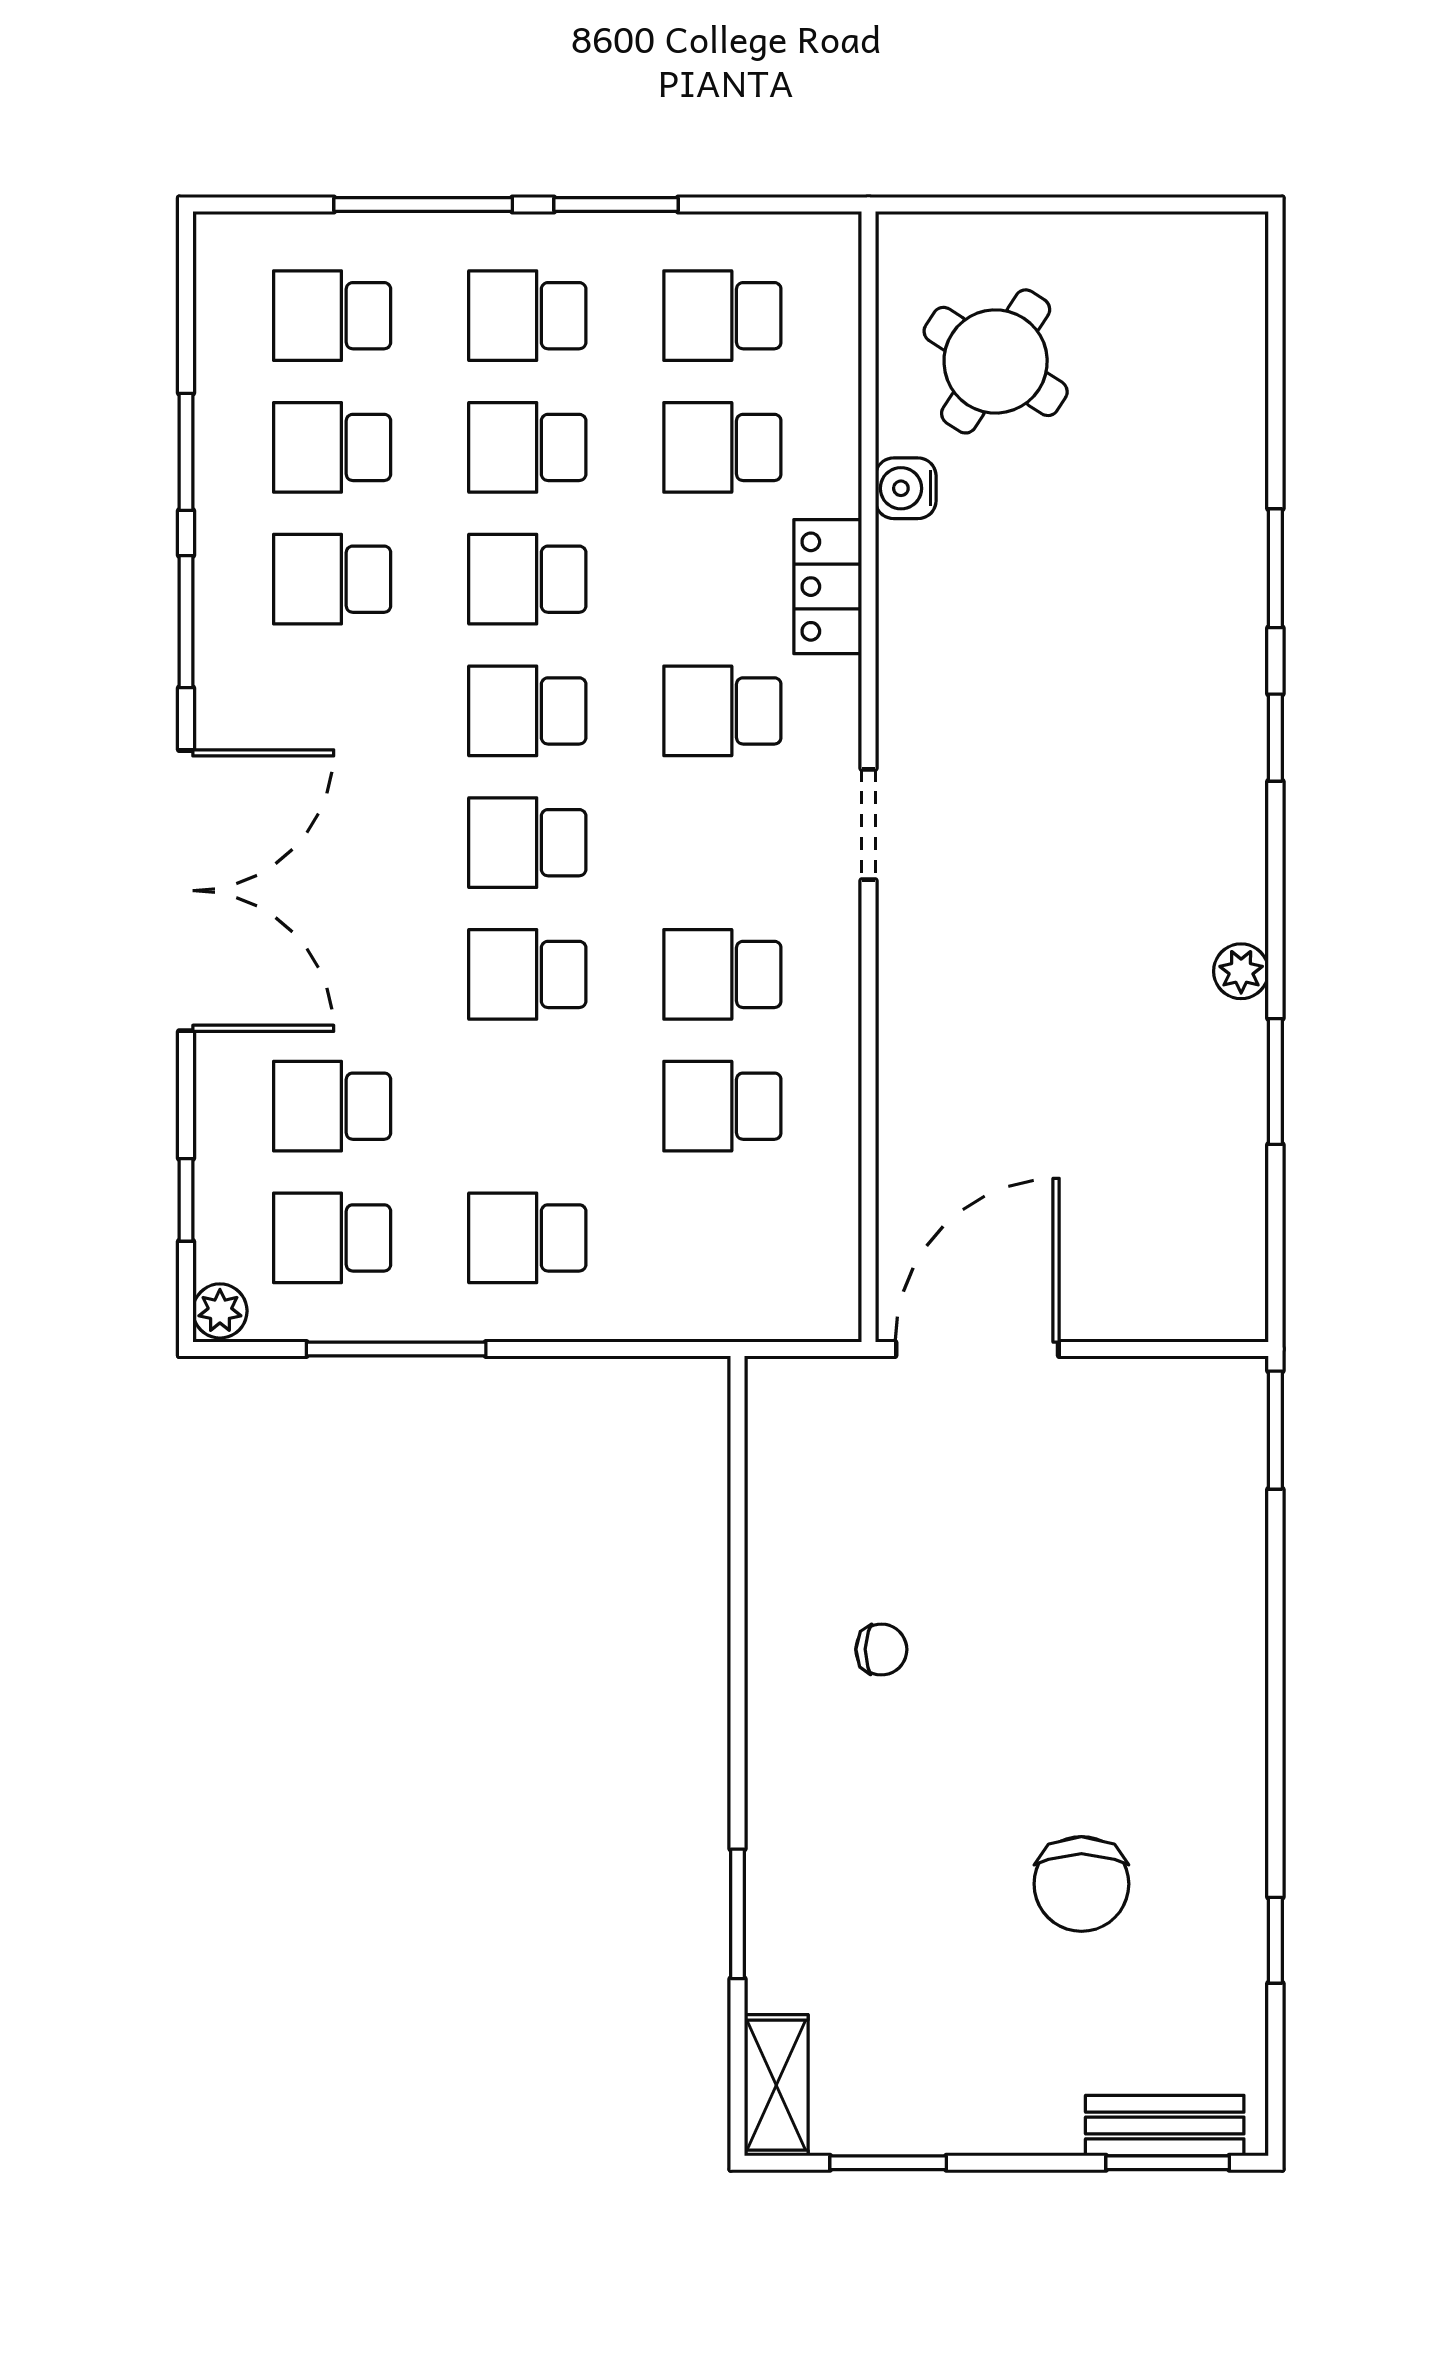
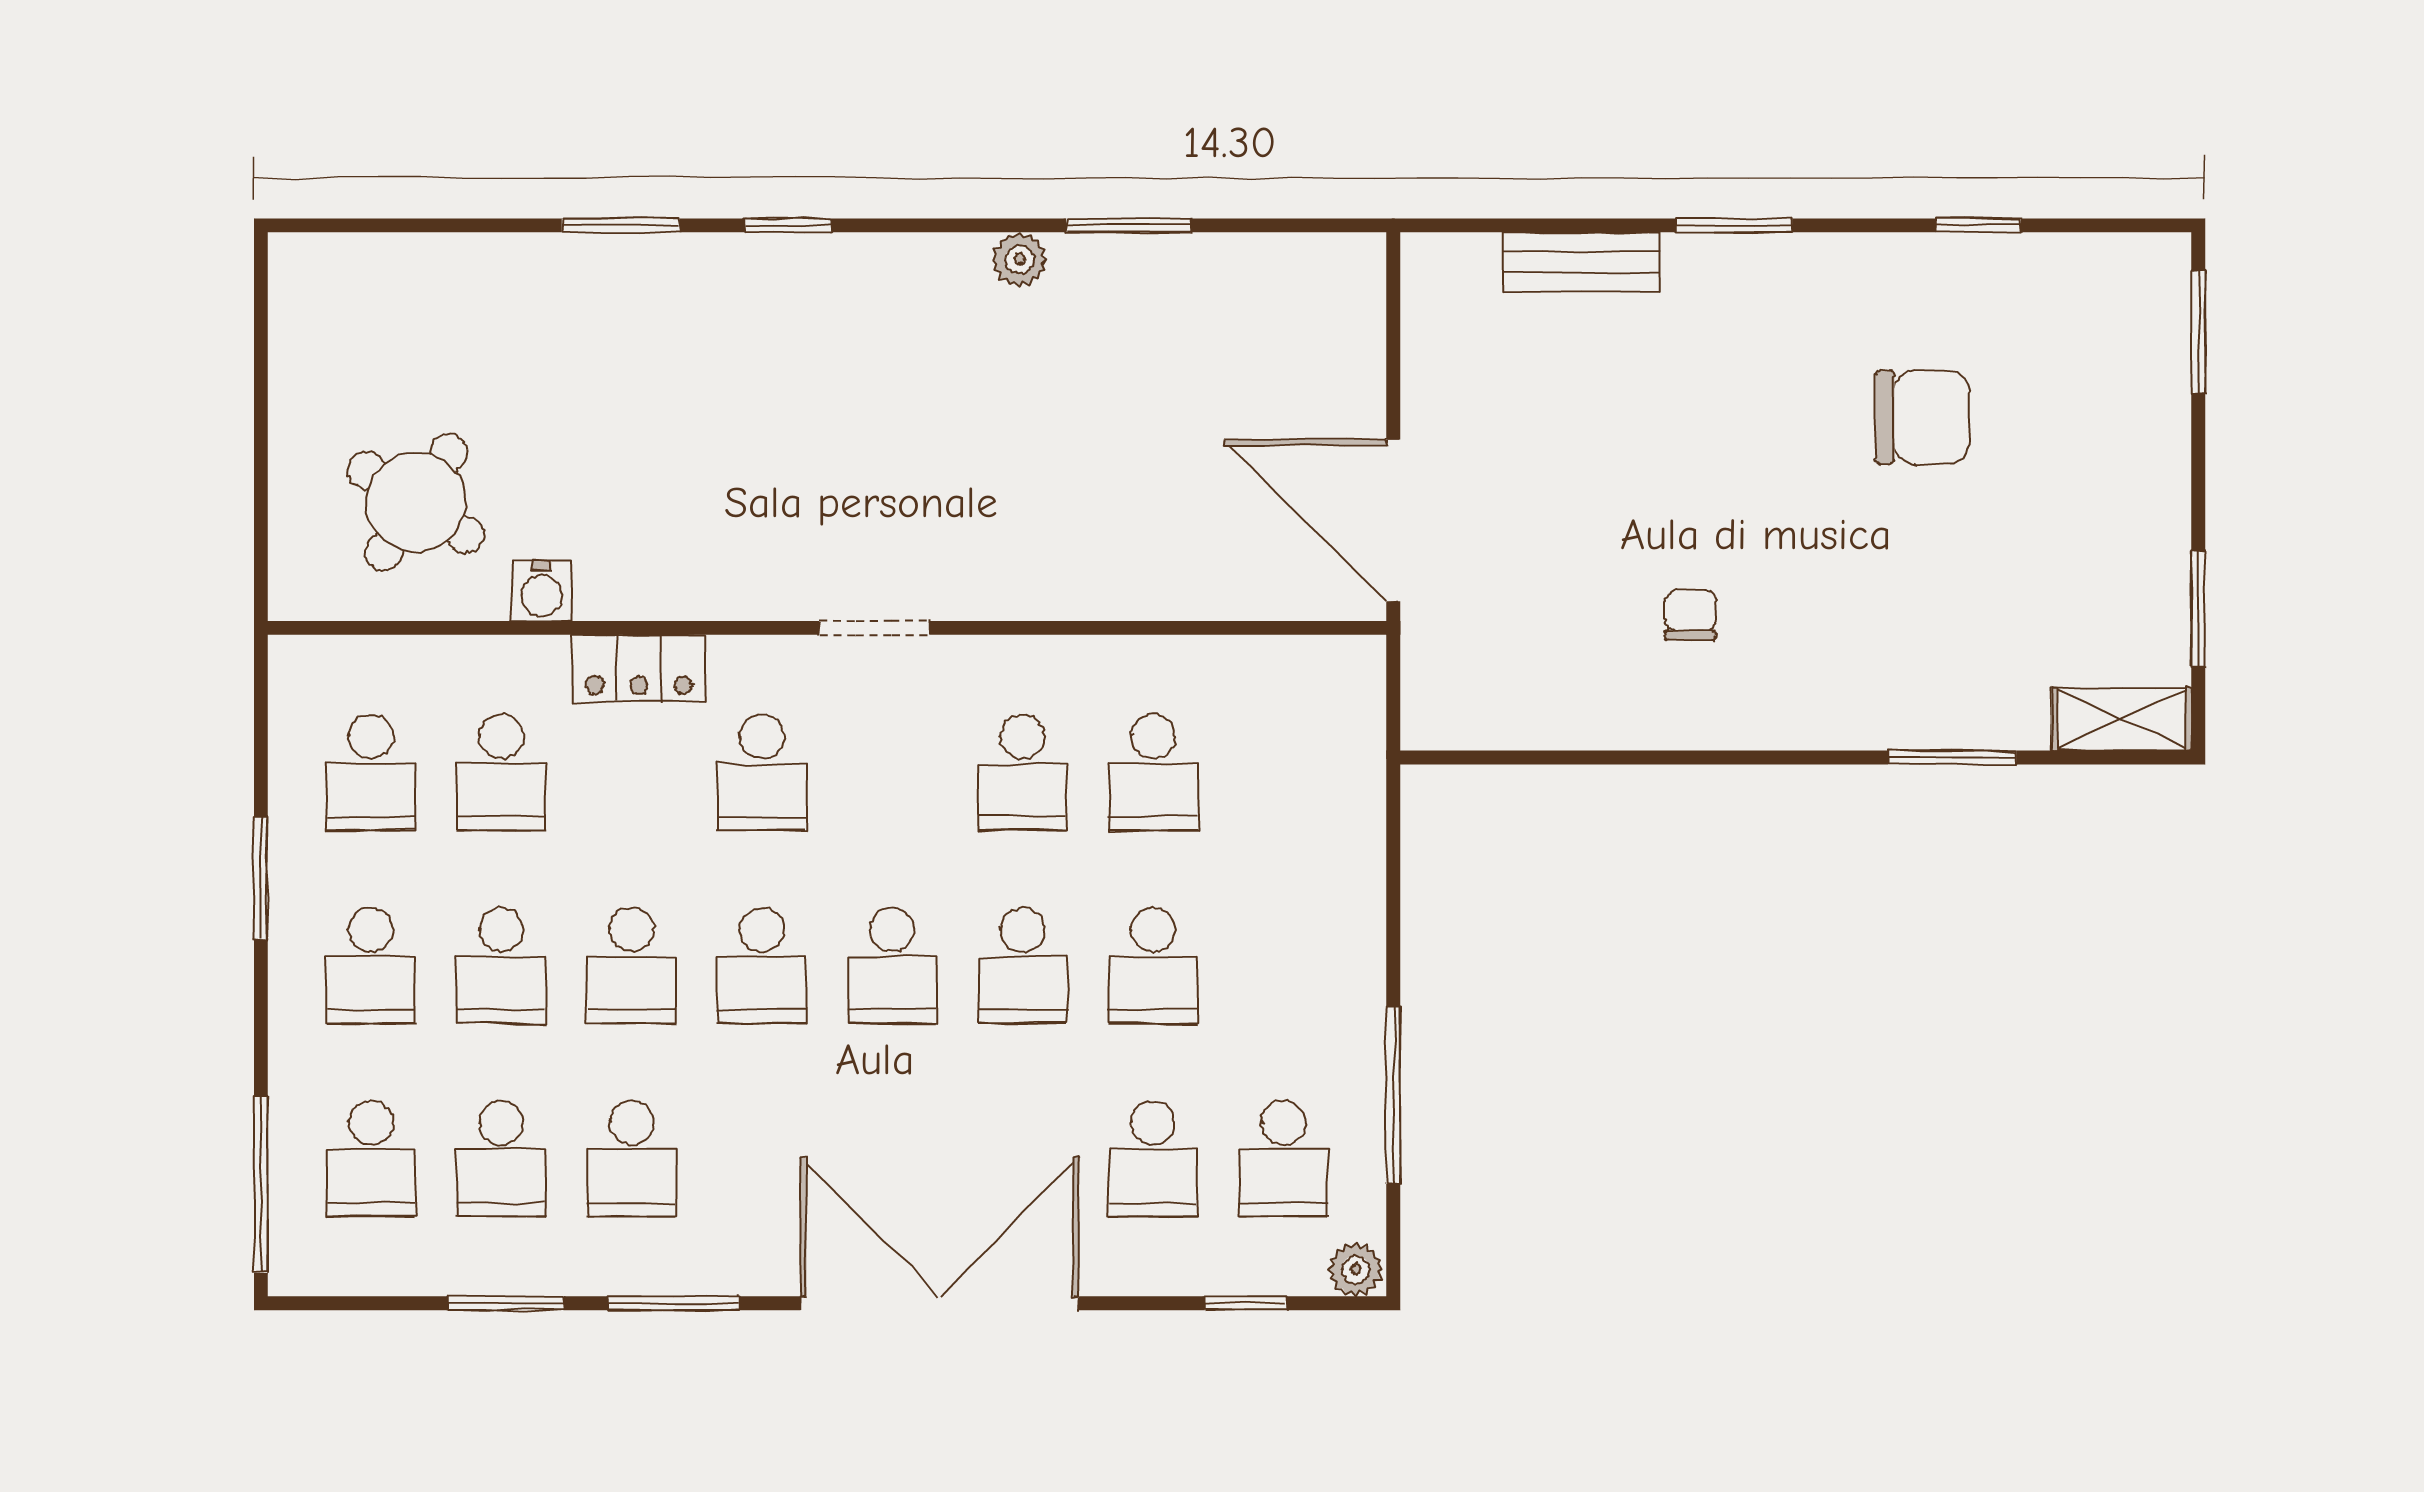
window: (423, 205) -> (261, 1184), moved
school desk: (527, 1238) -> (1153, 966), moved
window: (1275, 1430) -> (1734, 225), moved
bench: (1165, 2126) -> (1581, 262), moved, turned 90

